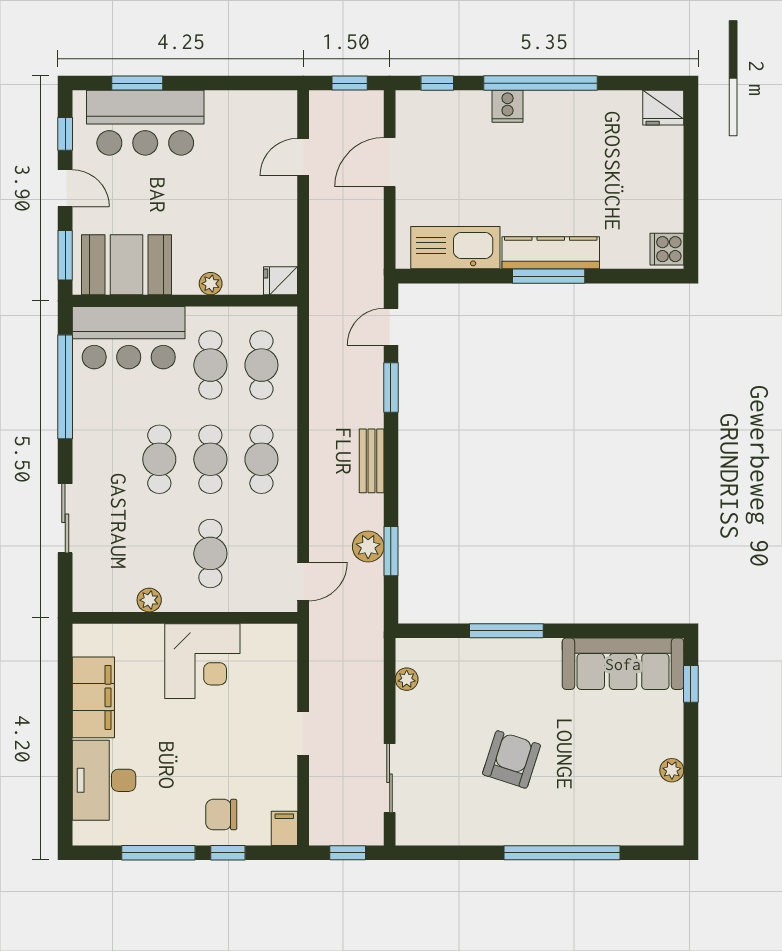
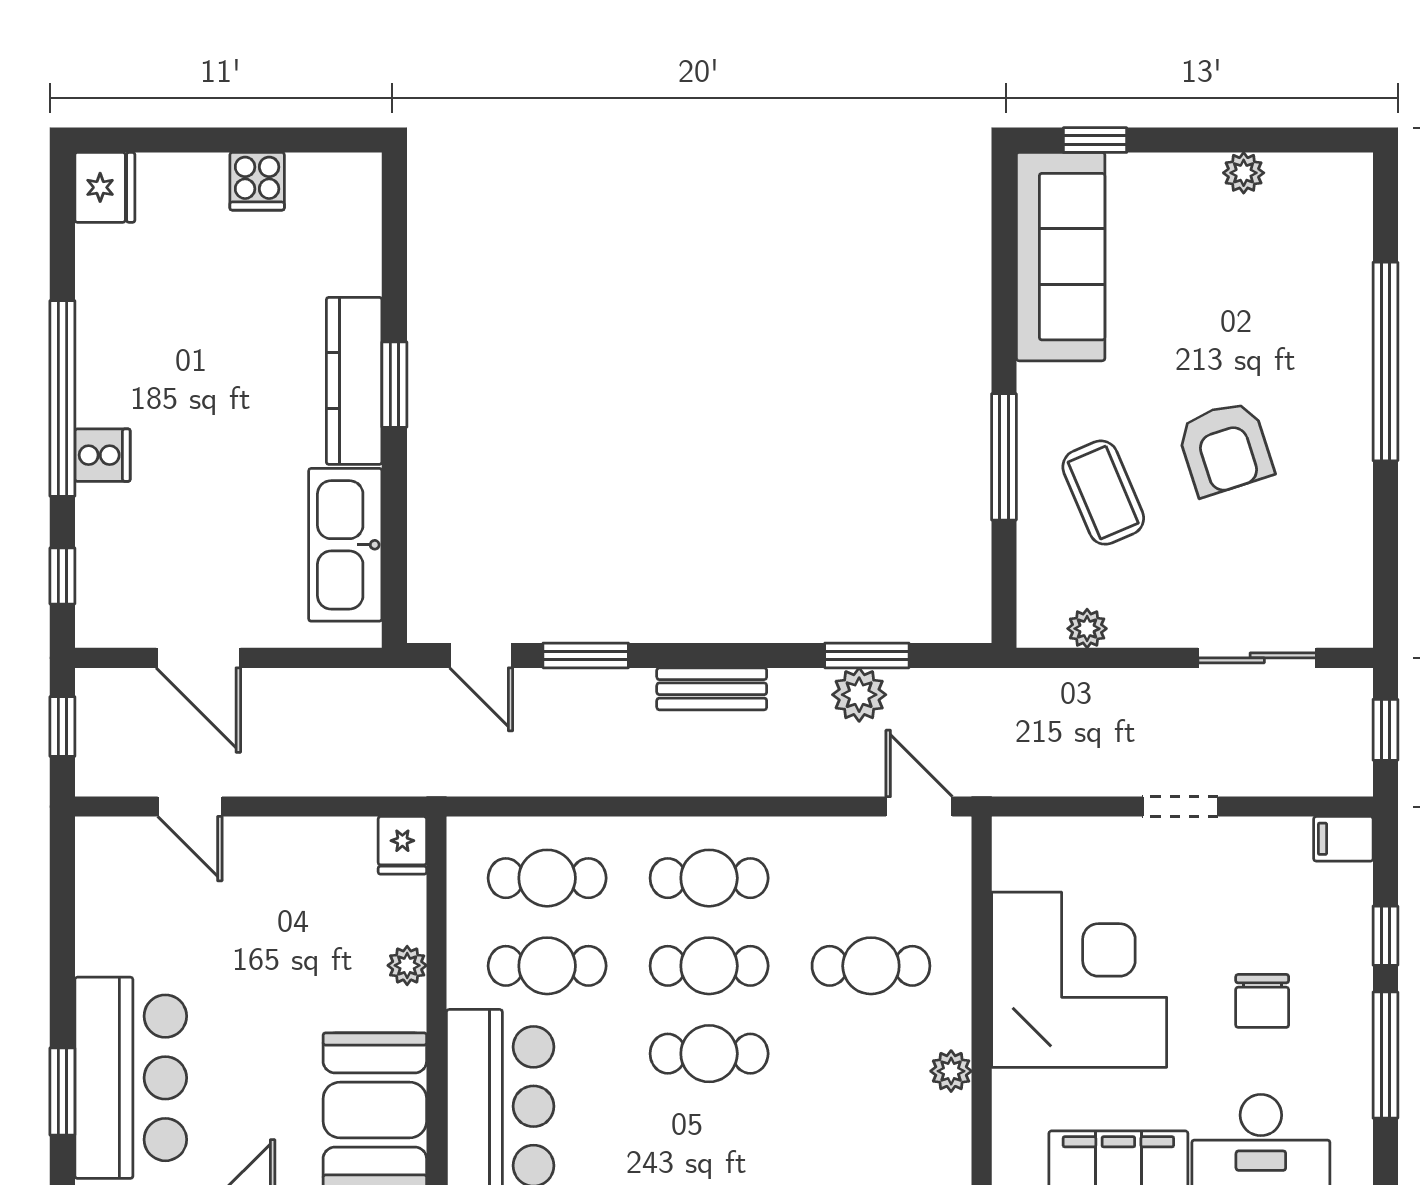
cooker: (667, 249) -> (257, 181), moved
window: (549, 276) -> (394, 385), width x0.69
corner desk: (202, 661) -> (1079, 980), width x1.36, depth x1.36
coffee table: (486, 689) -> (1103, 493), added
armchair: (512, 759) -> (1225, 448), turned -126
chair: (221, 815) -> (1262, 1001), moved

